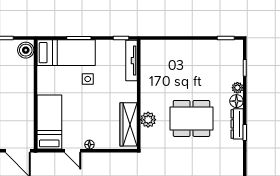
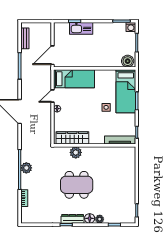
dining table: (191, 118) -> (77, 185), turned 90

